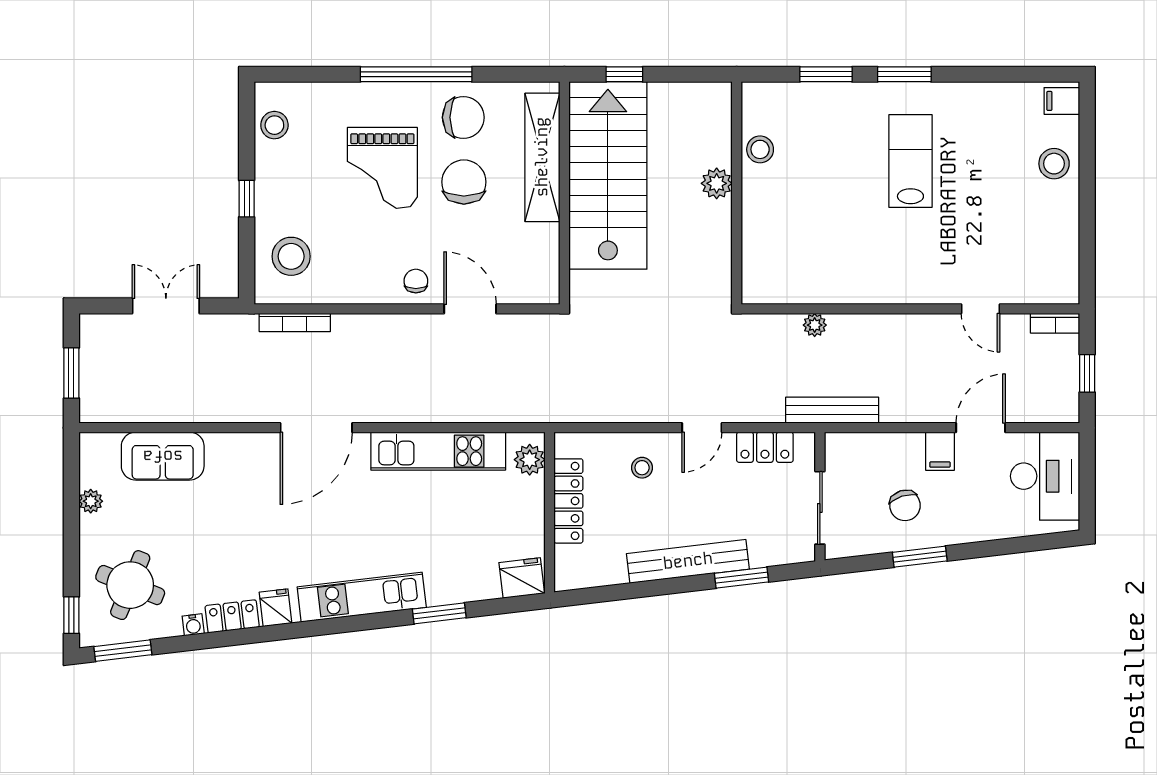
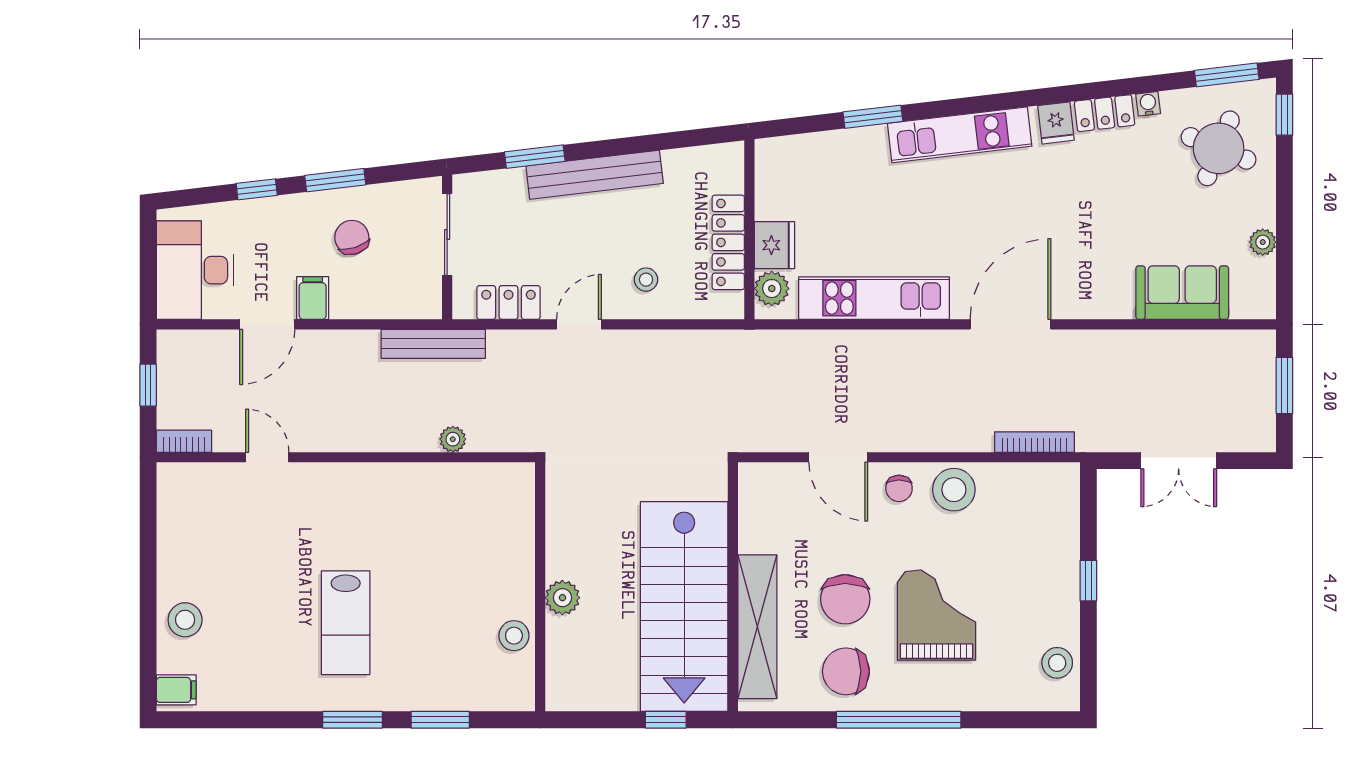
stool: (291, 256) -> (954, 490), moved
window: (990, 548) -> (257, 189), added
fridge: (522, 578) -> (775, 245), moved, turned -83

